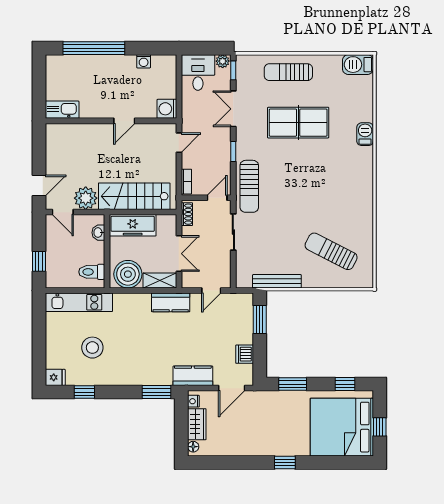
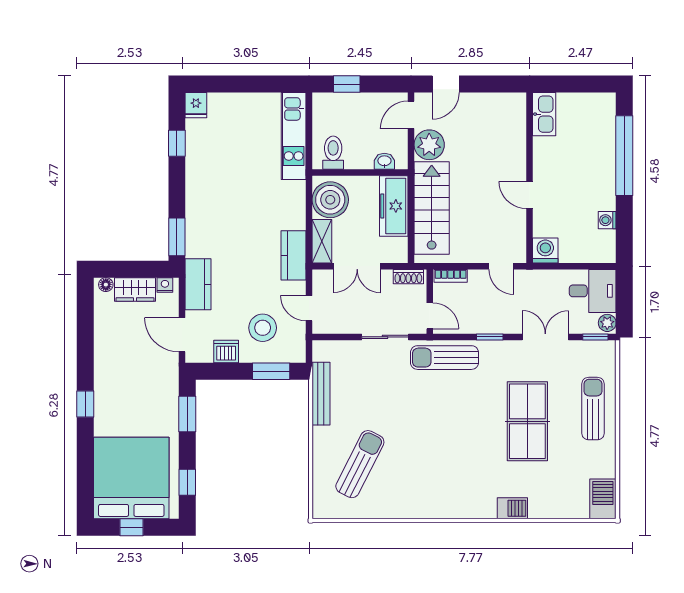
door: (39, 185) -> (446, 84), hinge flipped
stool: (92, 348) -> (263, 328), moved

